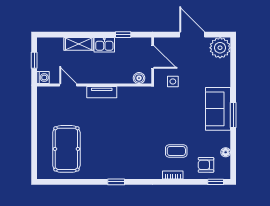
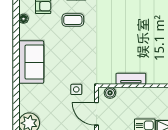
tv unit: (102, 92) -> (131, 79), moved
window: (233, 115) -> (16, 56), removed

